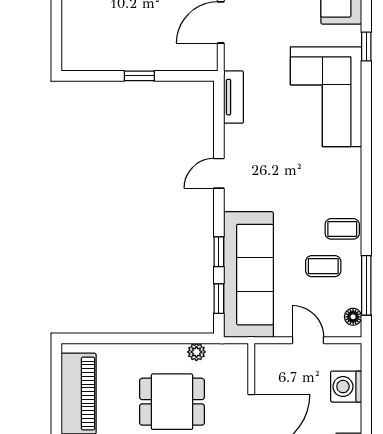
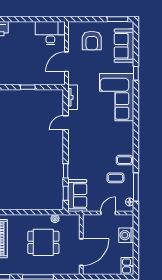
door: (219, 173) -> (66, 123), moved
sofa: (248, 275) -> (77, 196), width x0.54, depth x0.79
door: (308, 340) -> (108, 213), hinge flipped

